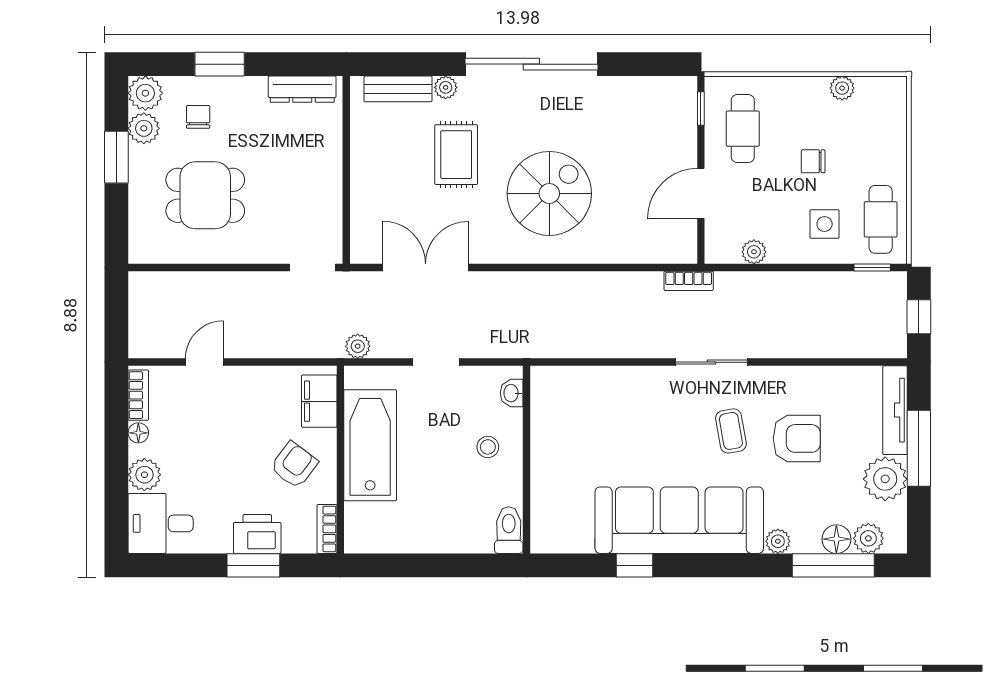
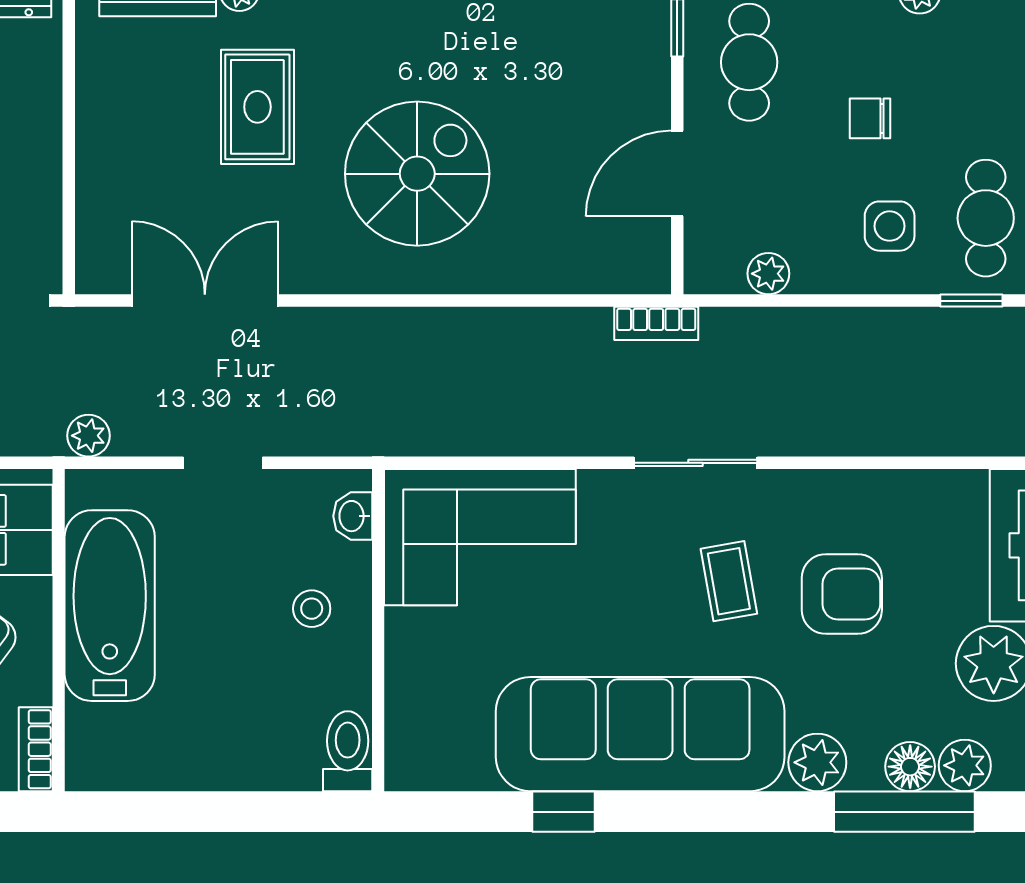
corner sofa: (586, 405) -> (480, 537), added
plant: (778, 541) -> (817, 762), width x1.38, depth x1.38

